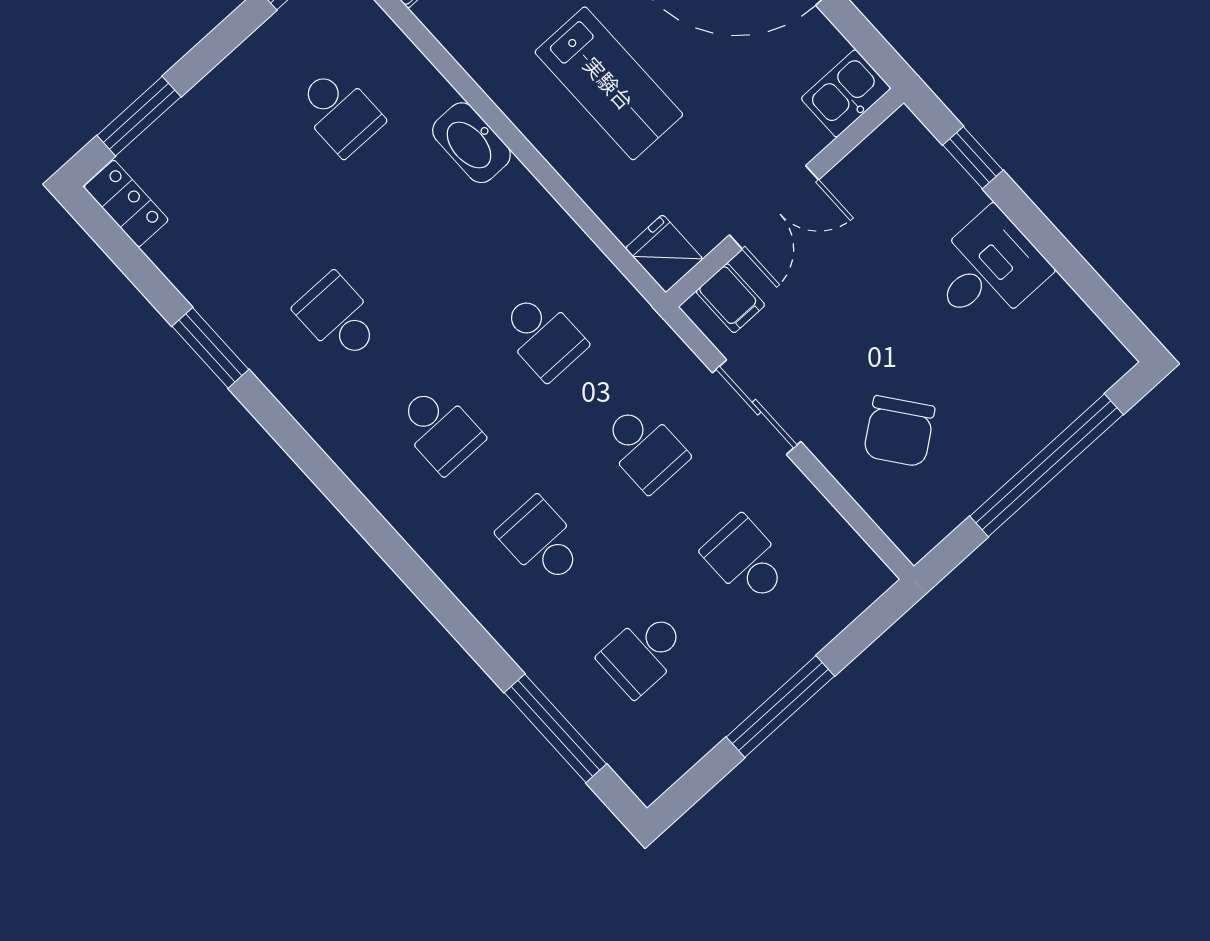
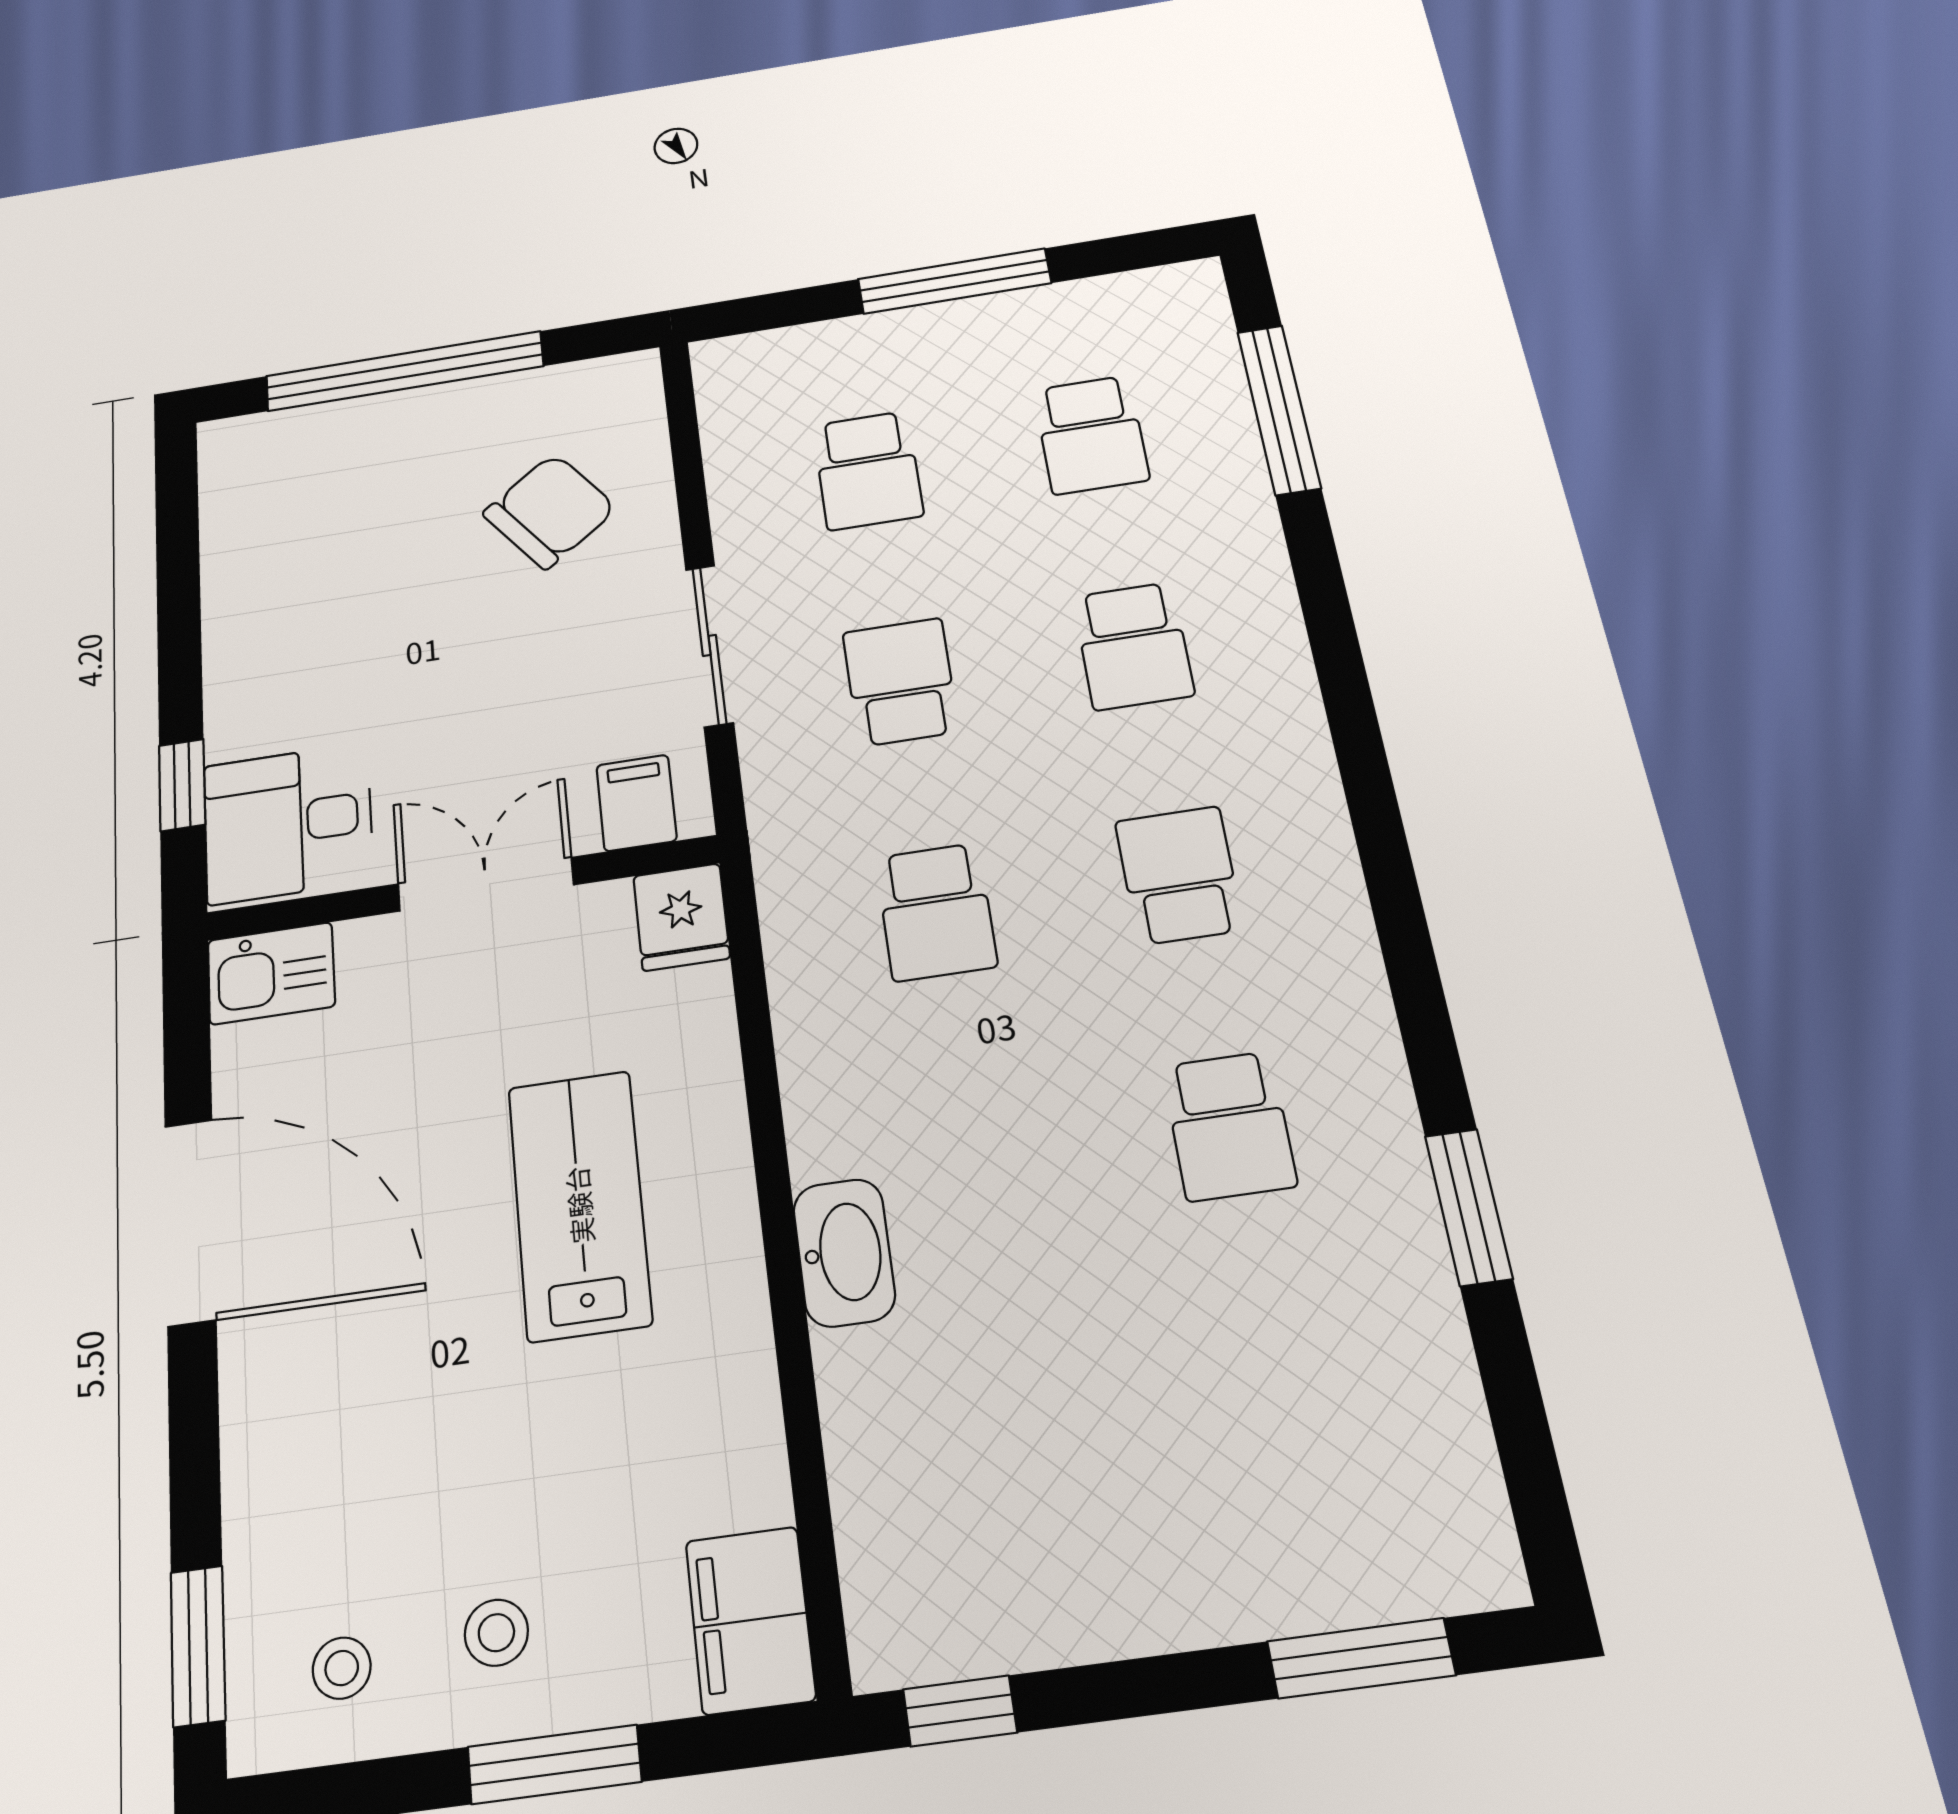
school desk: (340, 112) -> (1017, 1437), removed
locker: (126, 203) -> (1473, 1526), removed
desk: (988, 270) -> (288, 823), moved
school desk: (543, 336) -> (936, 912), turned 180
school desk: (643, 653) -> (1091, 435), turned 90

